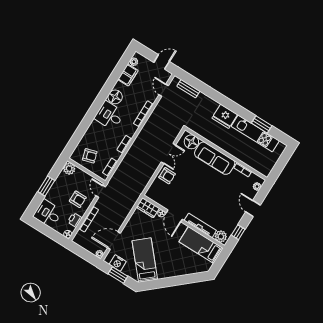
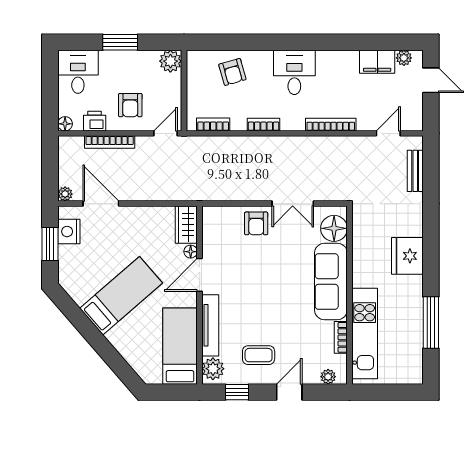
door: (162, 62) -> (431, 80), moved
floor lamp: (115, 97) -> (330, 63), removed
window: (262, 124) -> (431, 323), width x1.44
kitchen unit: (255, 133) -> (365, 334), moved, turned 180
armchair: (90, 156) -> (232, 72), moved
coffee table: (228, 212) -> (259, 355), added
bed: (145, 260) -> (121, 296), moved

